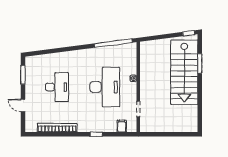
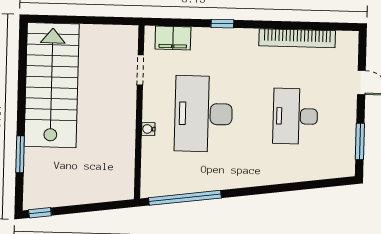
stairs: (184, 72) -> (52, 85), moved
filing cabinet: (122, 126) -> (173, 38), width x2.00

